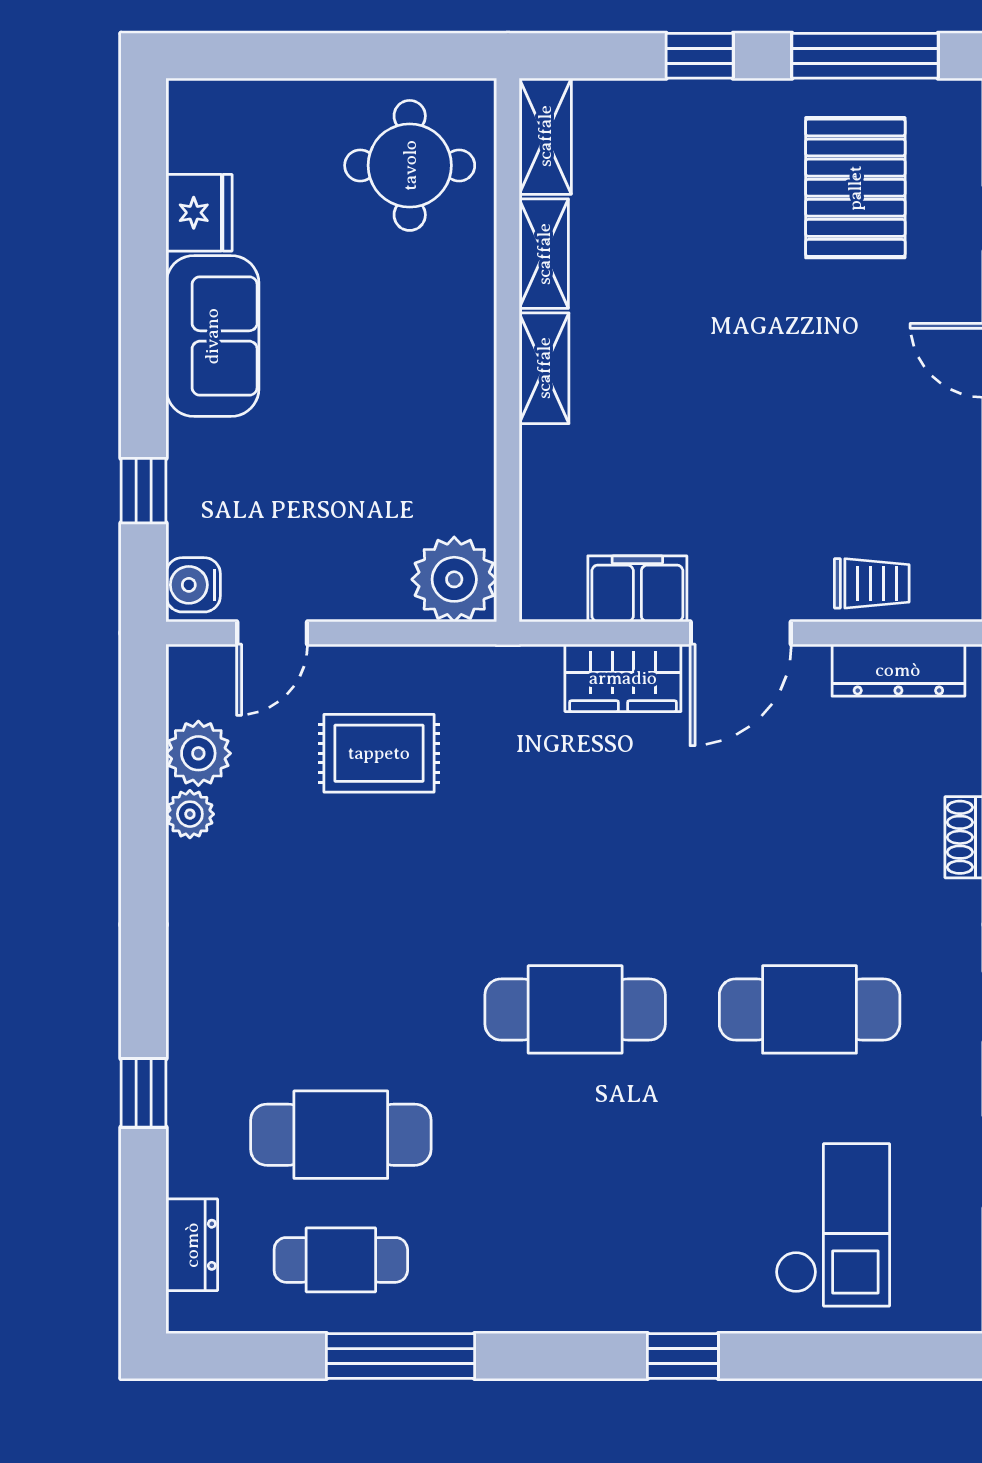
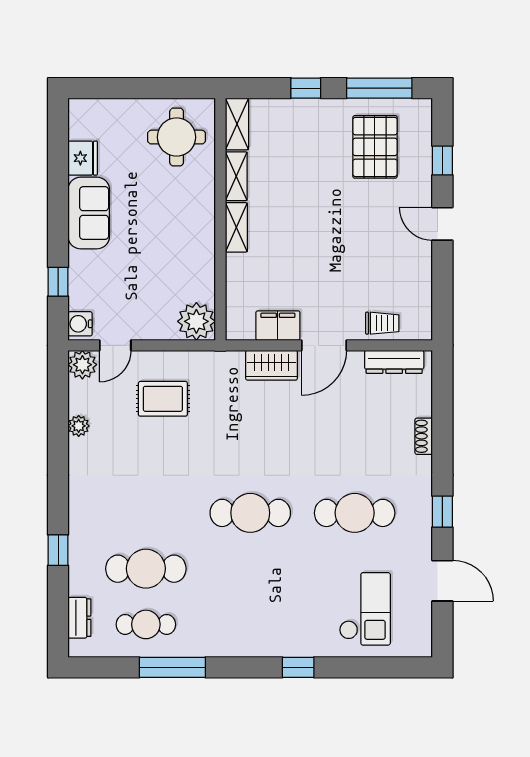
plant: (198, 753) -> (82, 365), moved

